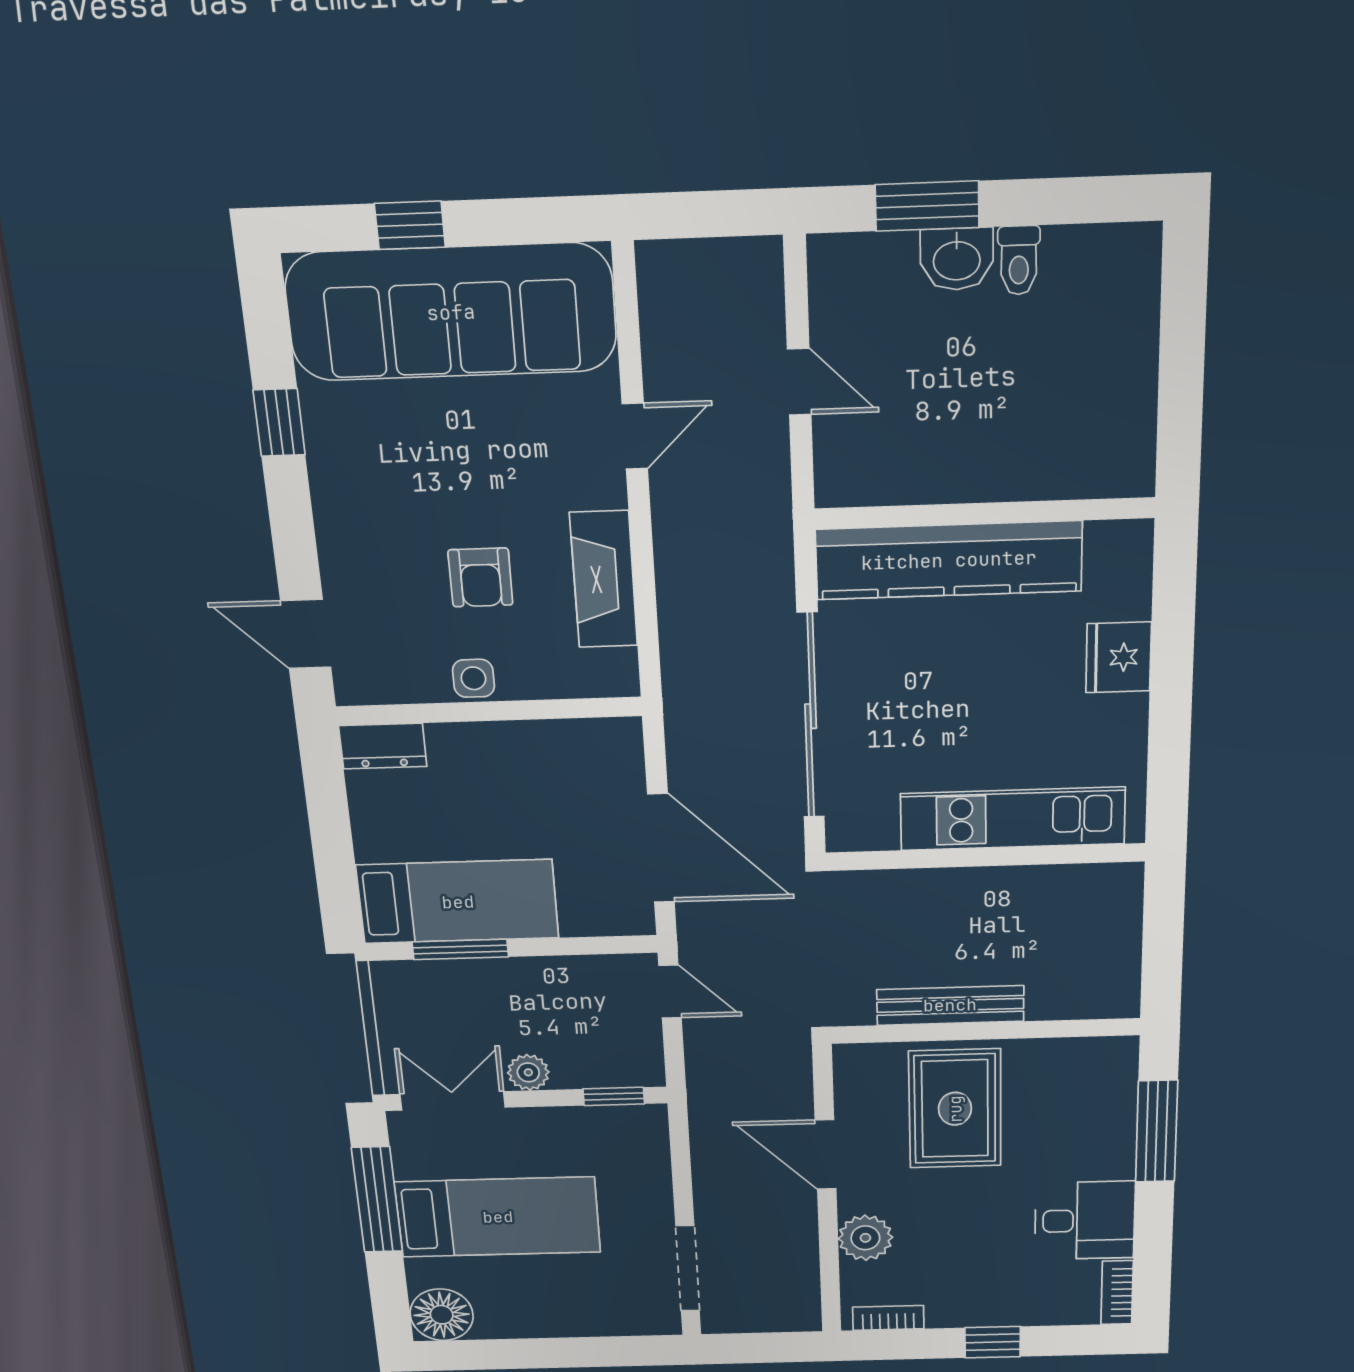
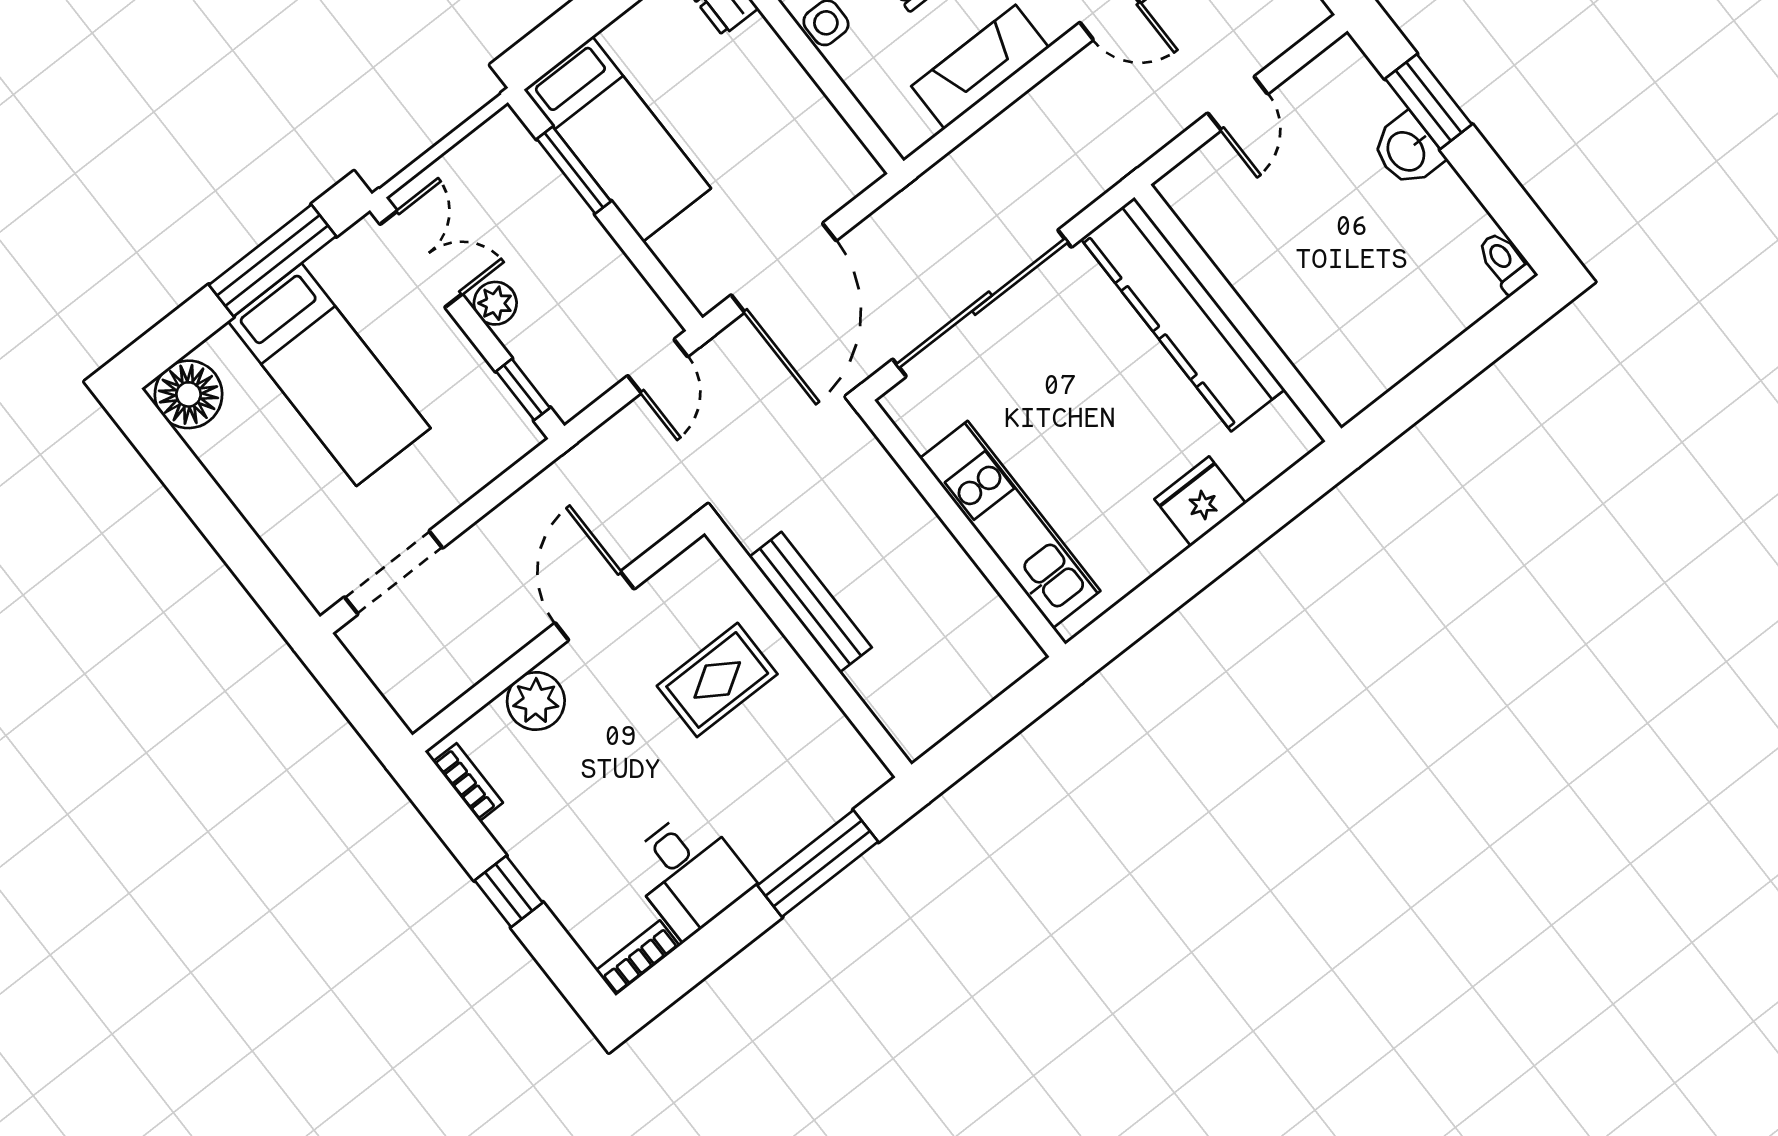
toilet: (1019, 260) -> (1506, 263), moved, turned 90
rug: (955, 1109) -> (717, 680), width x0.73, depth x0.70

